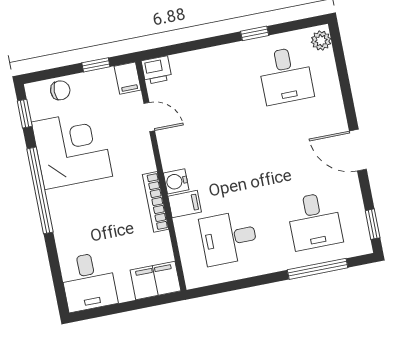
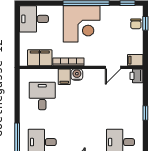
window: (255, 33) -> (145, 113), moved
window: (96, 65) -> (145, 23), moved
corner desk: (72, 149) -> (82, 24), moved
filing cabinet: (155, 280) -> (40, 58), moved, turned -90

